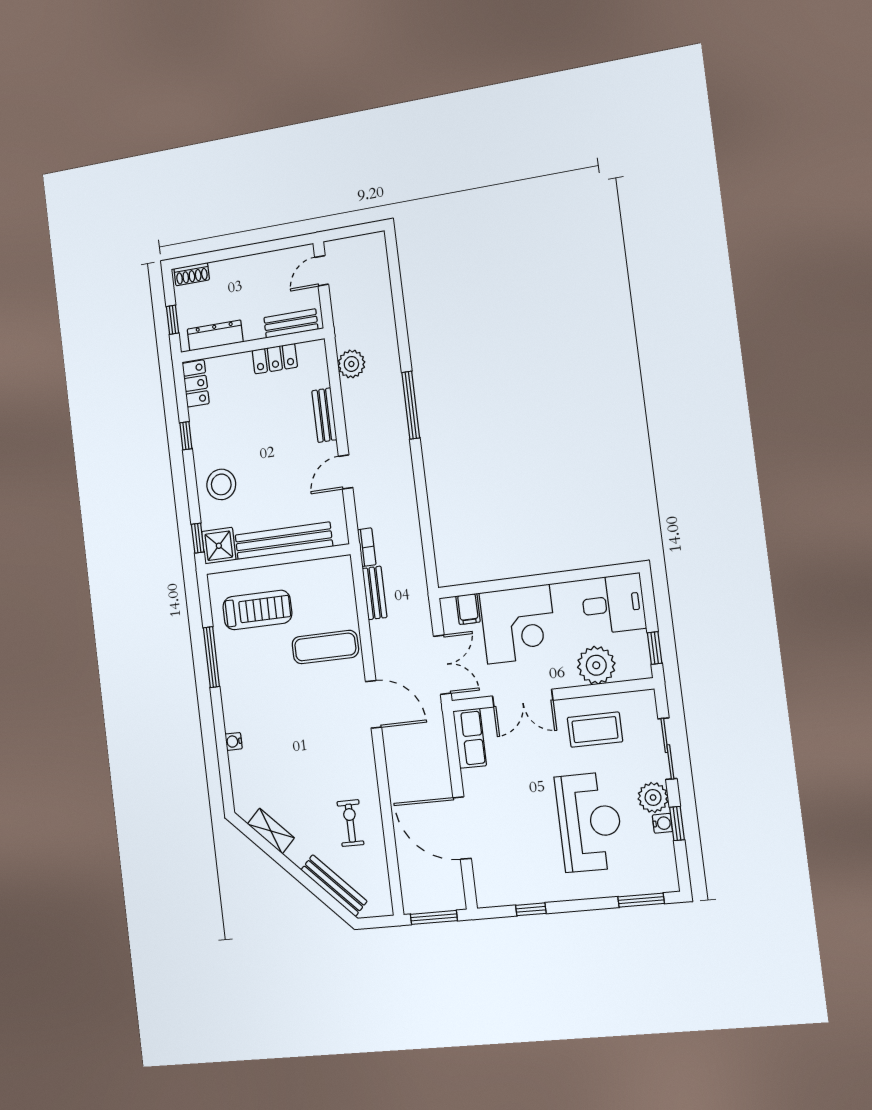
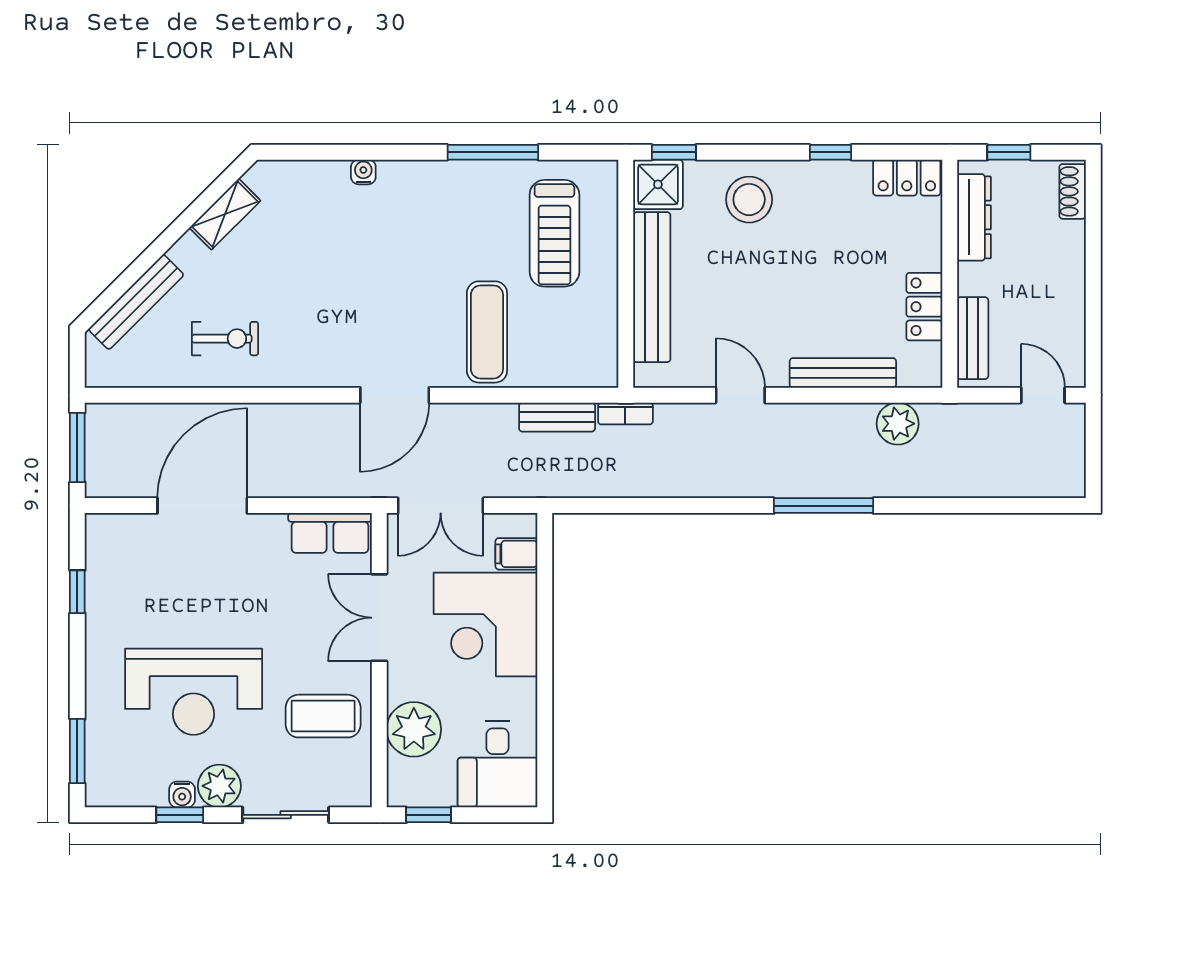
bench: (324, 415) -> (843, 373), width x1.36
coffee table: (595, 730) -> (323, 716), turned 90

